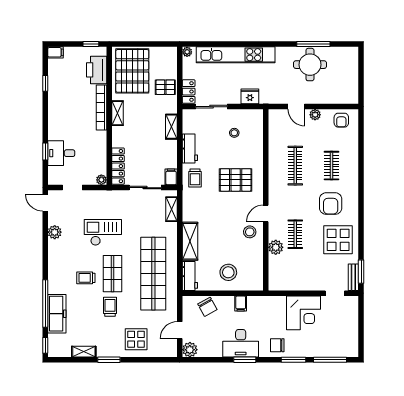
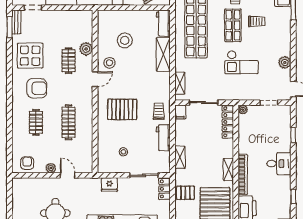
desk: (61, 153) -> (279, 164), moved
armchair: (331, 204) -> (37, 88), turned 90
stool: (228, 272) -> (125, 40), moved

